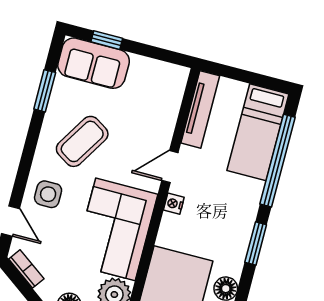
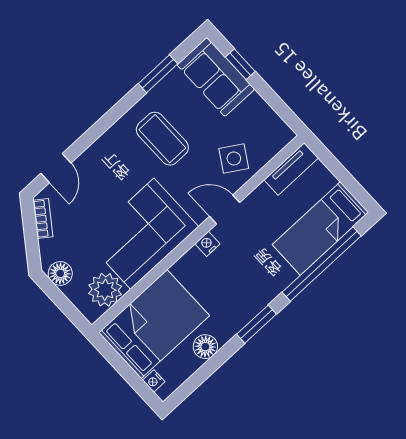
tv unit: (200, 109) -> (291, 169), width x0.71
coffee table: (82, 141) -> (162, 139), turned 58
side table: (48, 194) -> (234, 158), moved, turned 32

